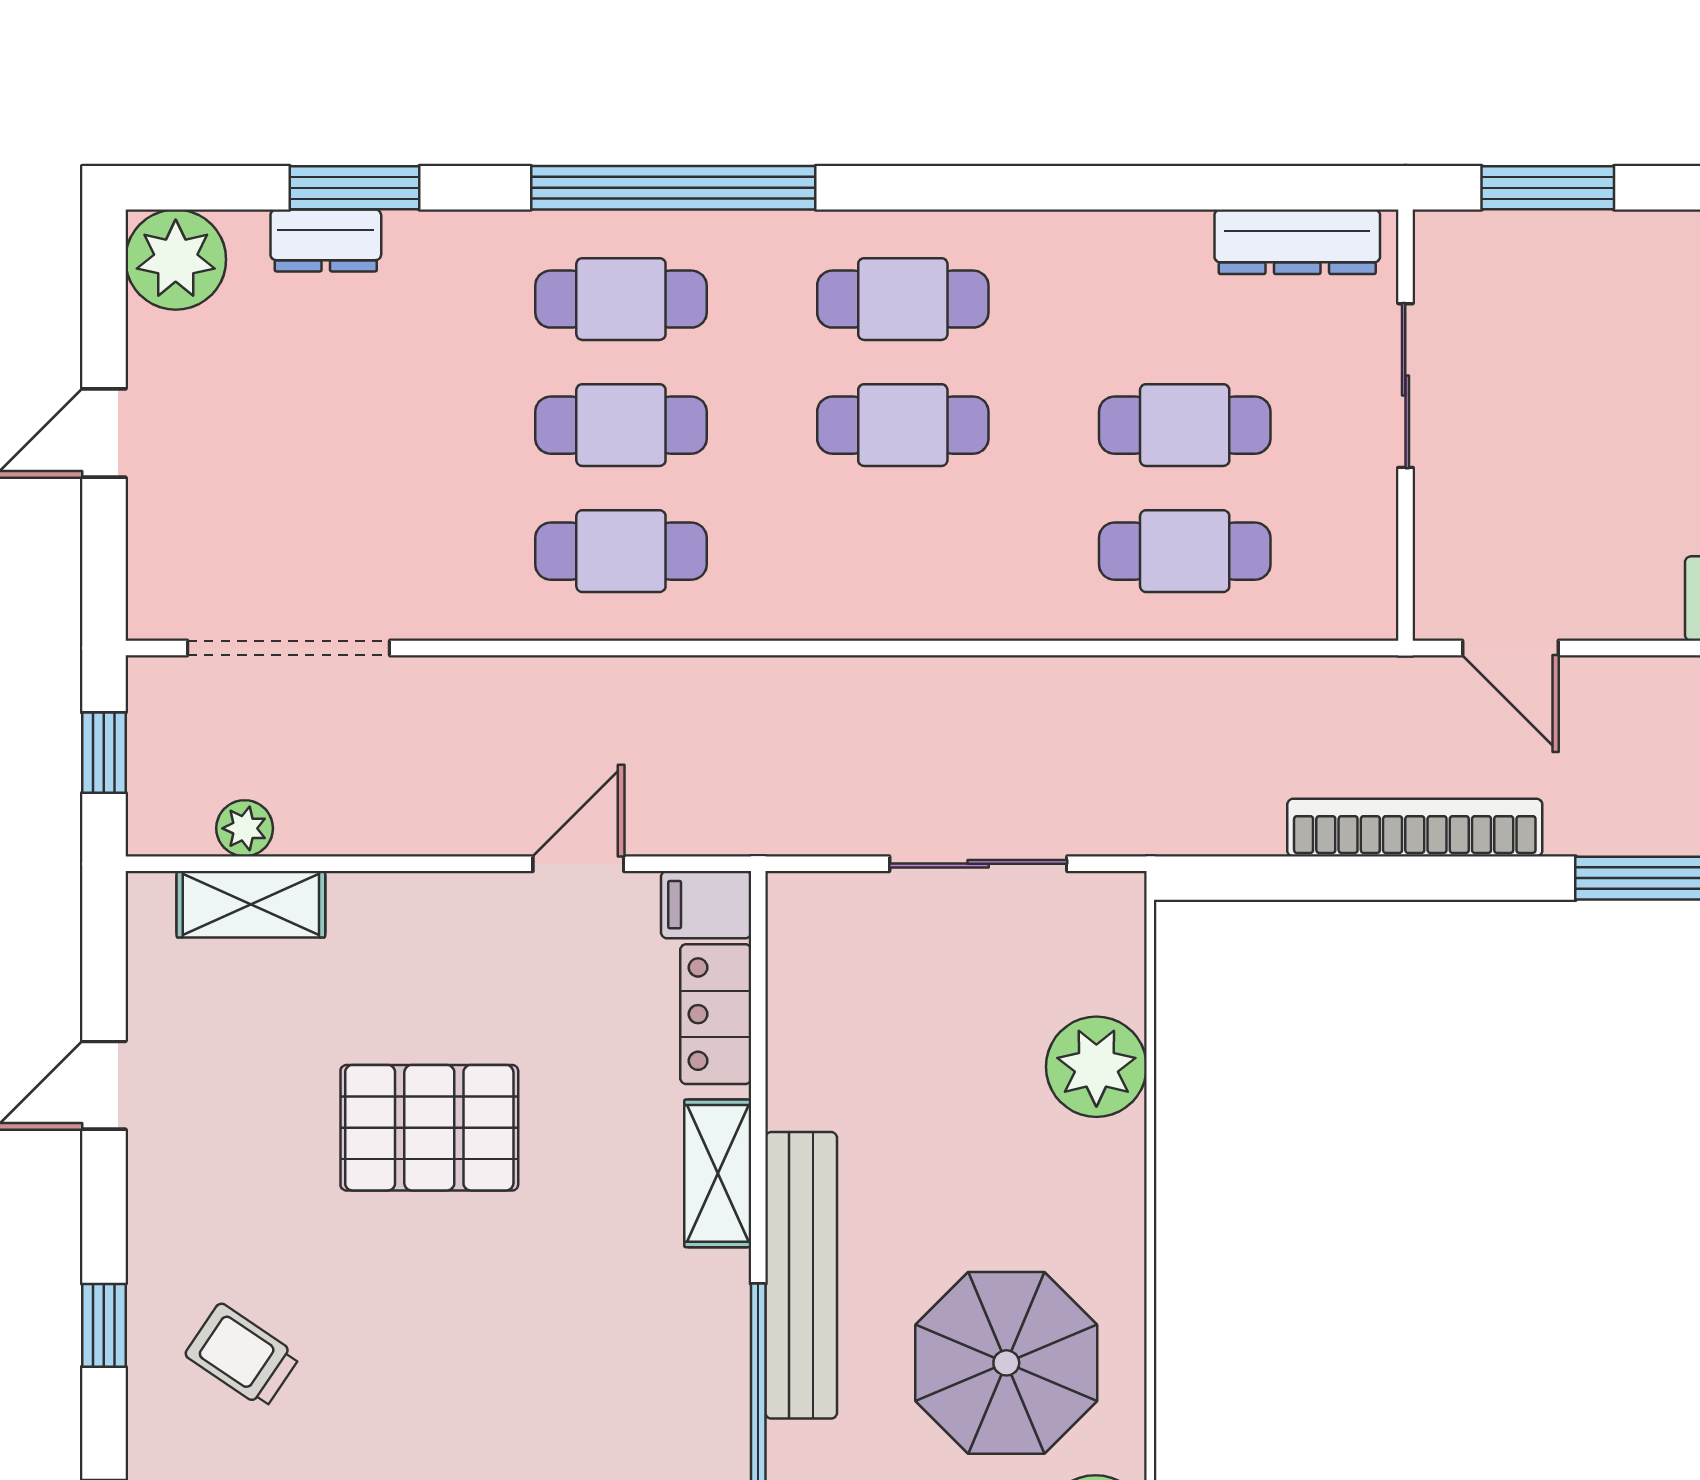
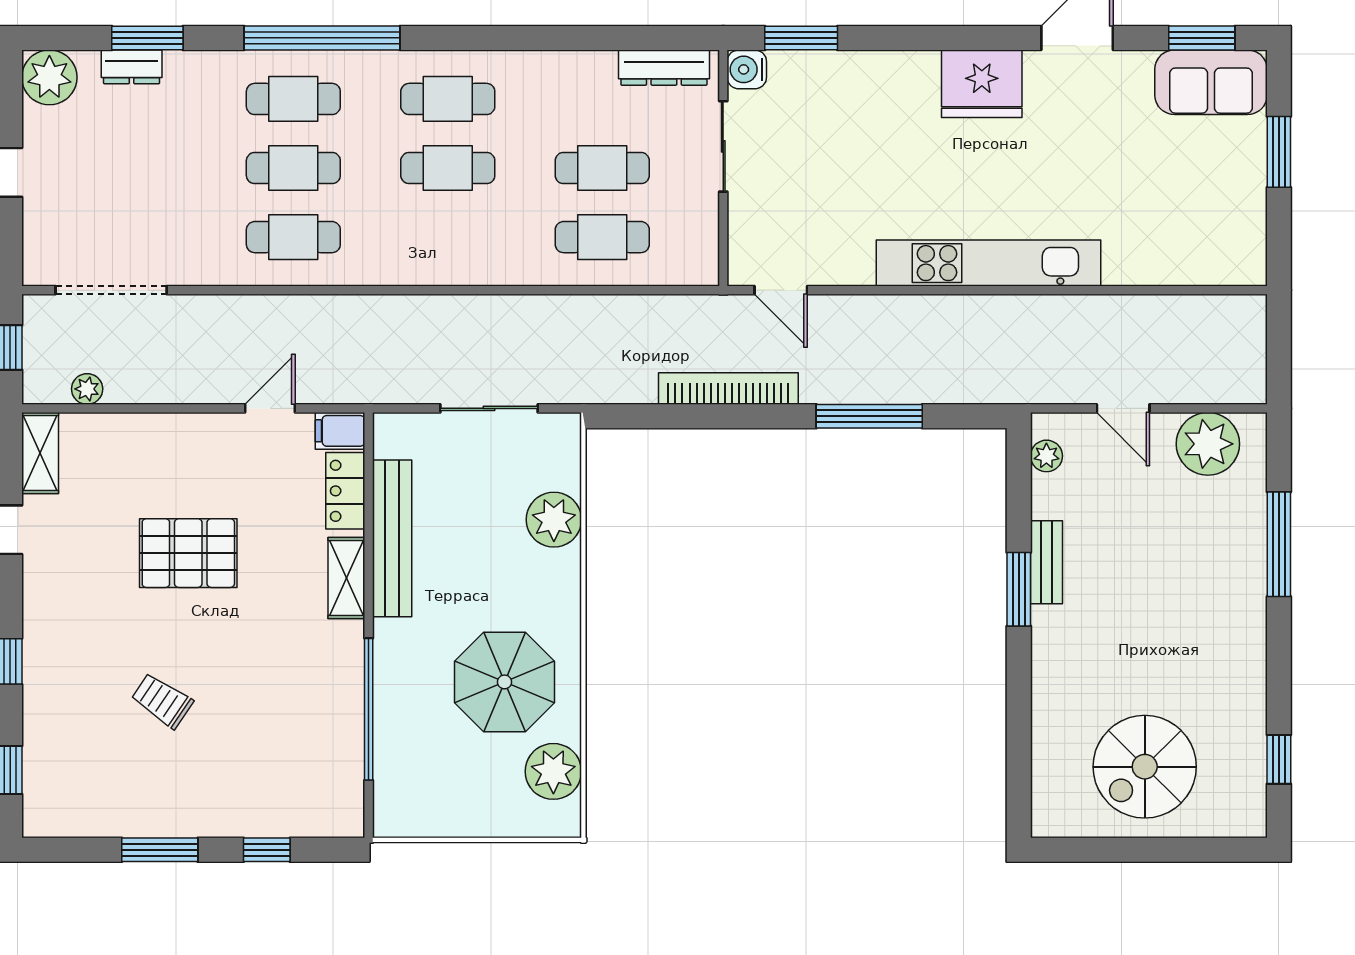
water cooler: (1448, 245) -> (747, 69), added
shelving: (251, 904) -> (40, 453), moved, turned 90
bench: (801, 1275) -> (392, 538), moved
trolley: (242, 1356) -> (162, 701), moved

